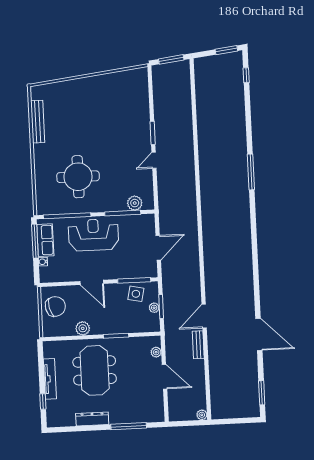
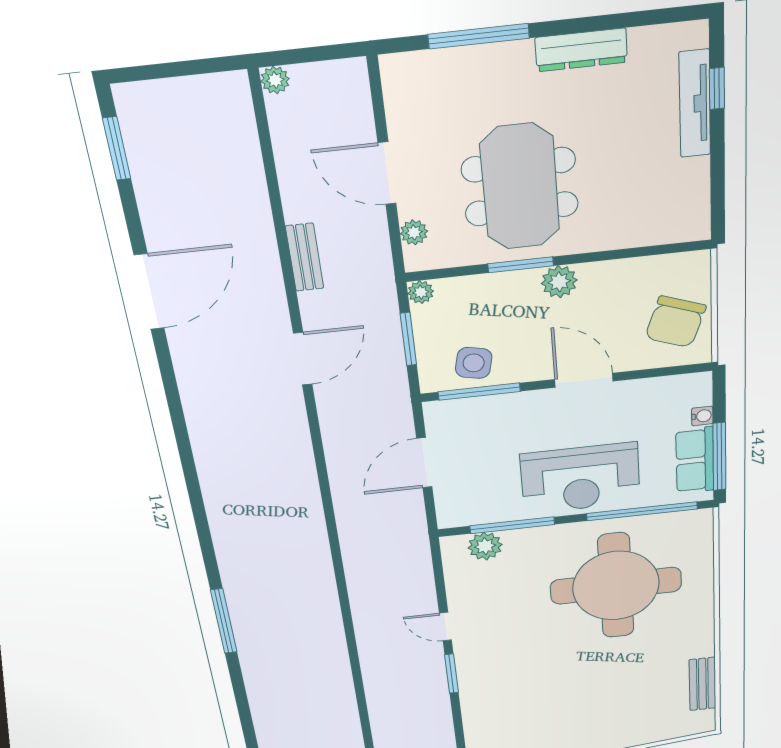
bench: (38, 122) -> (702, 684), width x0.73
door: (154, 160) -> (445, 627), swing flipped
round table: (78, 177) -> (616, 586), width x1.36, depth x1.36
chair: (55, 306) -> (675, 322), turned -57
plant: (154, 308) -> (421, 292), moved
door: (204, 316) -> (303, 359), moved
plant: (83, 328) -> (559, 282), moved
door: (259, 334) -> (149, 292), swing flipped
meeting table: (95, 370) -> (520, 187), moved
tv unit: (50, 379) -> (695, 104), moved

